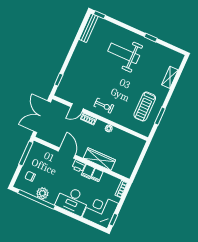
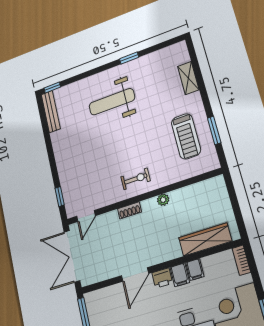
door: (77, 108) -> (86, 216), moved
door: (67, 153) -> (135, 274), swing flipped
wardrobe: (99, 159) -> (205, 239), moved

